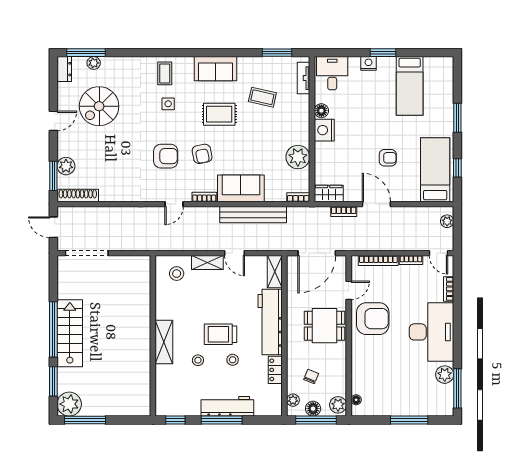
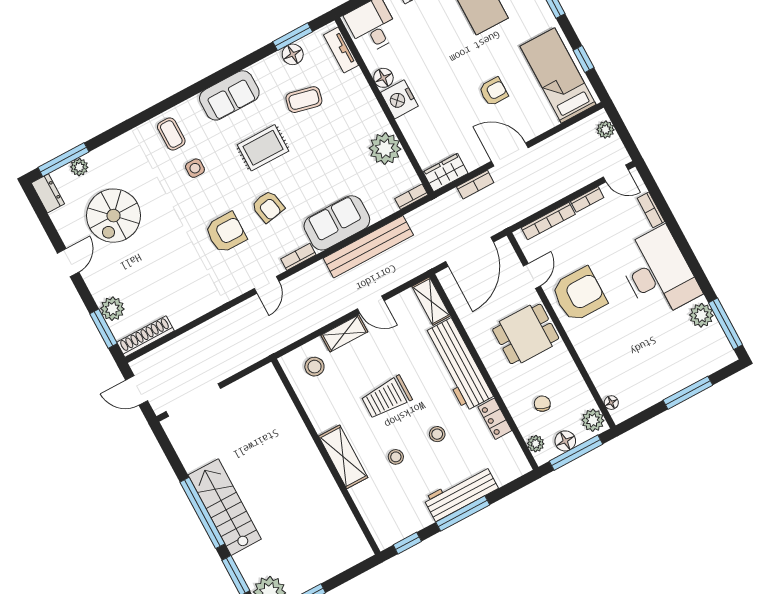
floor lamp: (271, 64) -> (293, 54), added
trolley: (221, 334) -> (387, 397), moved

